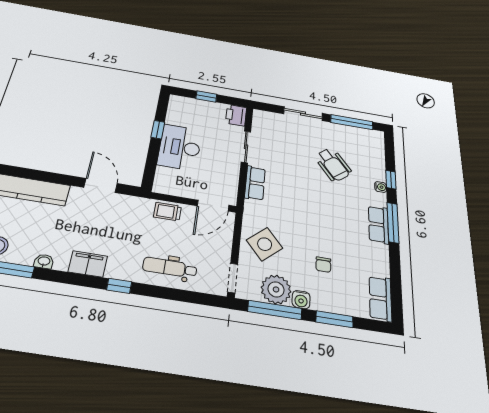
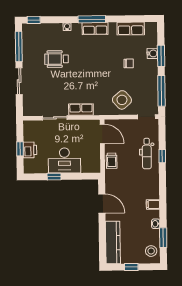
printer: (236, 115) -> (30, 150), moved, turned -90
wheelchair: (333, 165) -> (57, 59), turned -142
window: (391, 180) -> (34, 20), moved
door: (101, 185) -> (102, 204), swing flipped
filing cabinet: (88, 264) -> (153, 204), width x0.50
window: (119, 286) -> (162, 156), moved
plant: (276, 289) -> (149, 91), removed
row of seats: (380, 298) -> (131, 29), moved
water cooler: (301, 300) -> (152, 53), moved

